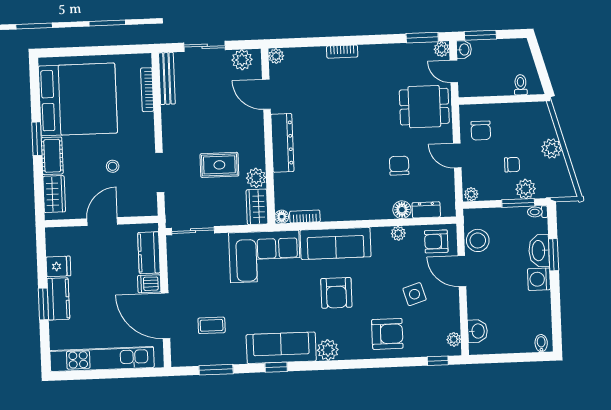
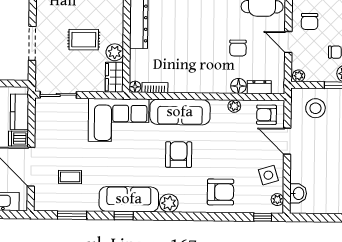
chair: (399, 166) -> (238, 48), turned 180
stool: (478, 240) -> (315, 108), moved
armchair: (336, 293) -> (179, 155), turned 180
side table: (415, 294) -> (268, 175), moved

